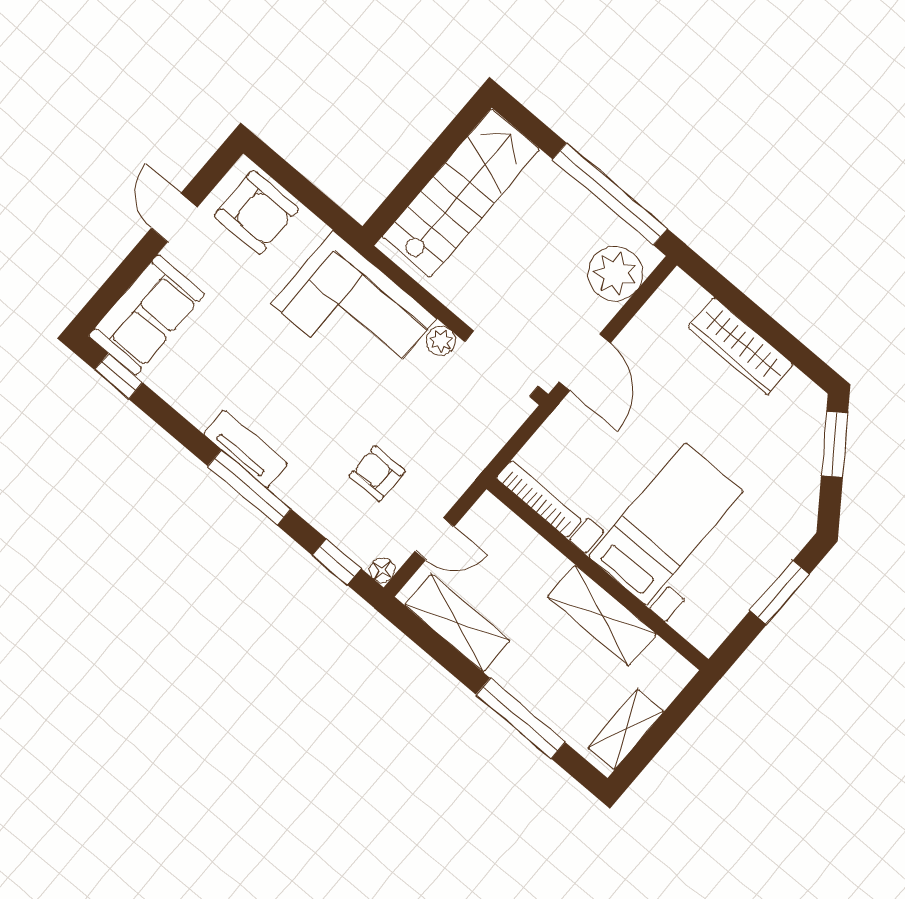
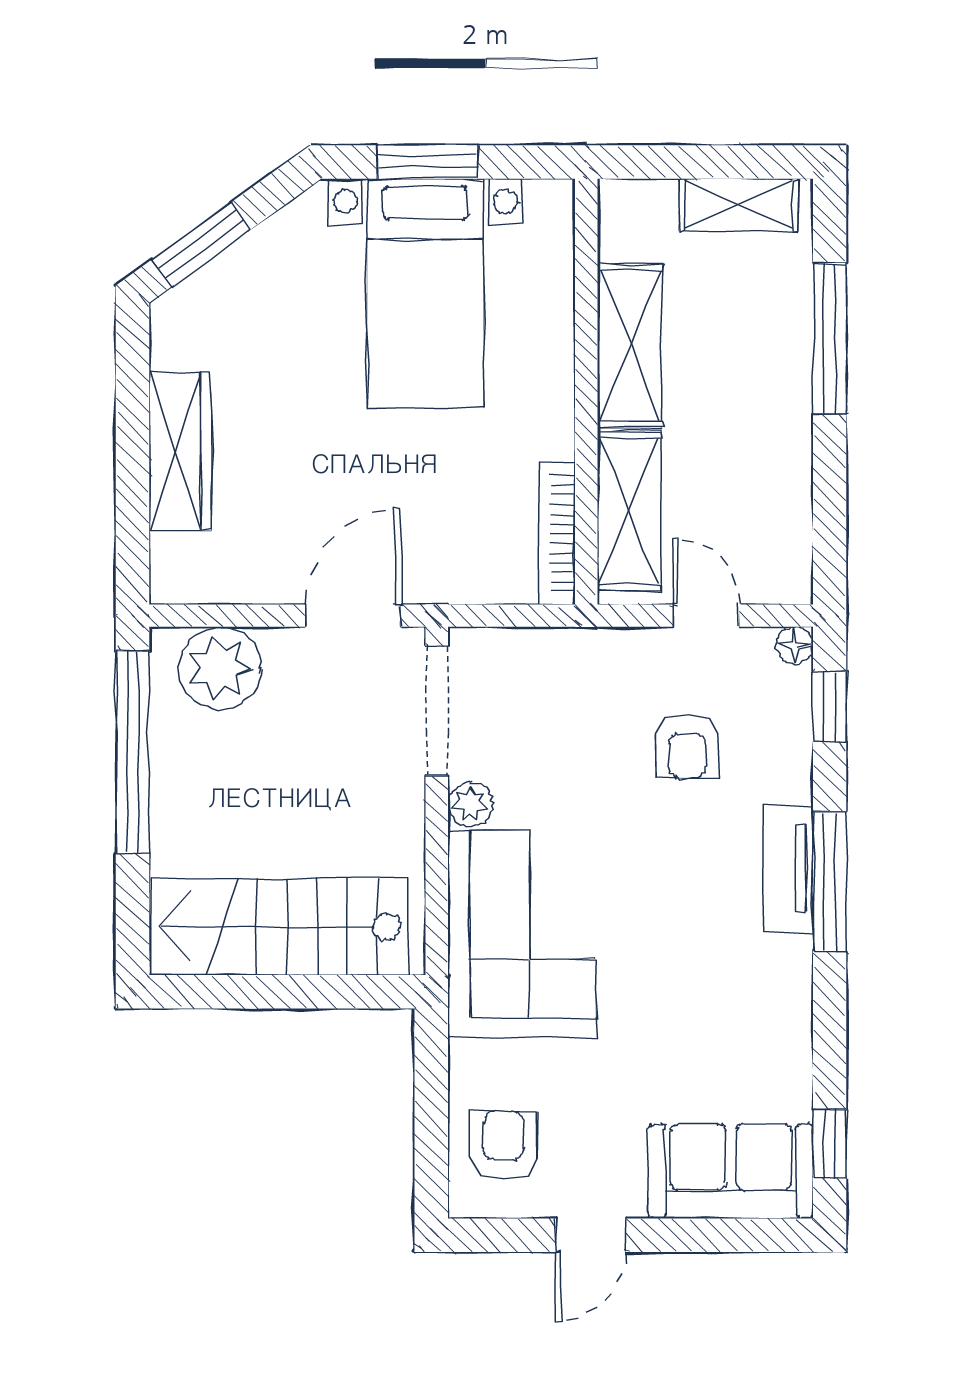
armchair: (256, 212) -> (503, 1145), width x0.72, depth x0.72
tv unit: (246, 449) -> (789, 869), moved
bed with nightstands: (666, 524) -> (425, 293), moved, turned -90
shelving: (457, 623) -> (629, 511), moved

